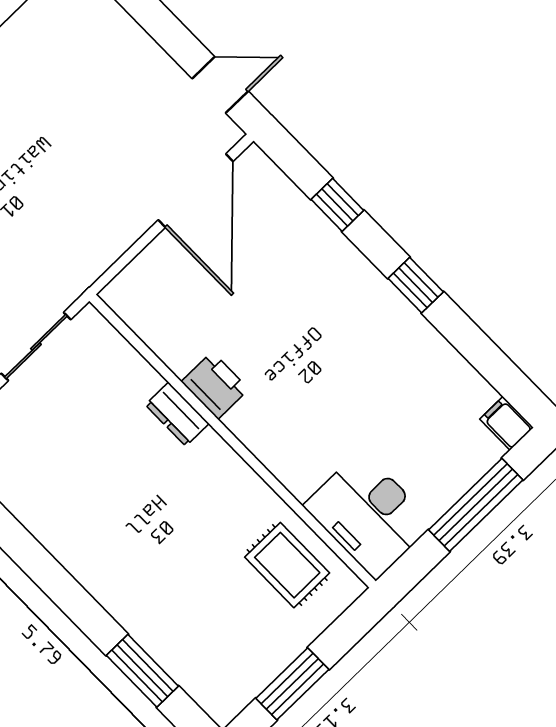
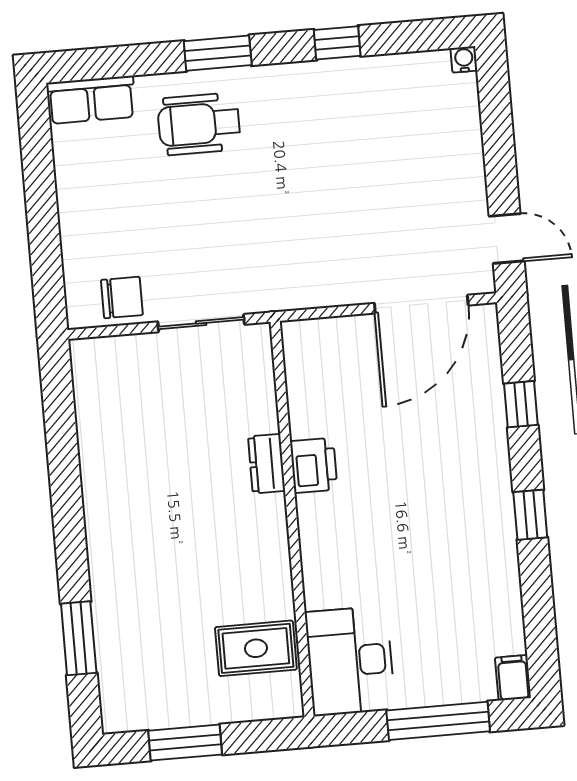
rug: (287, 565) -> (256, 648), turned 90

